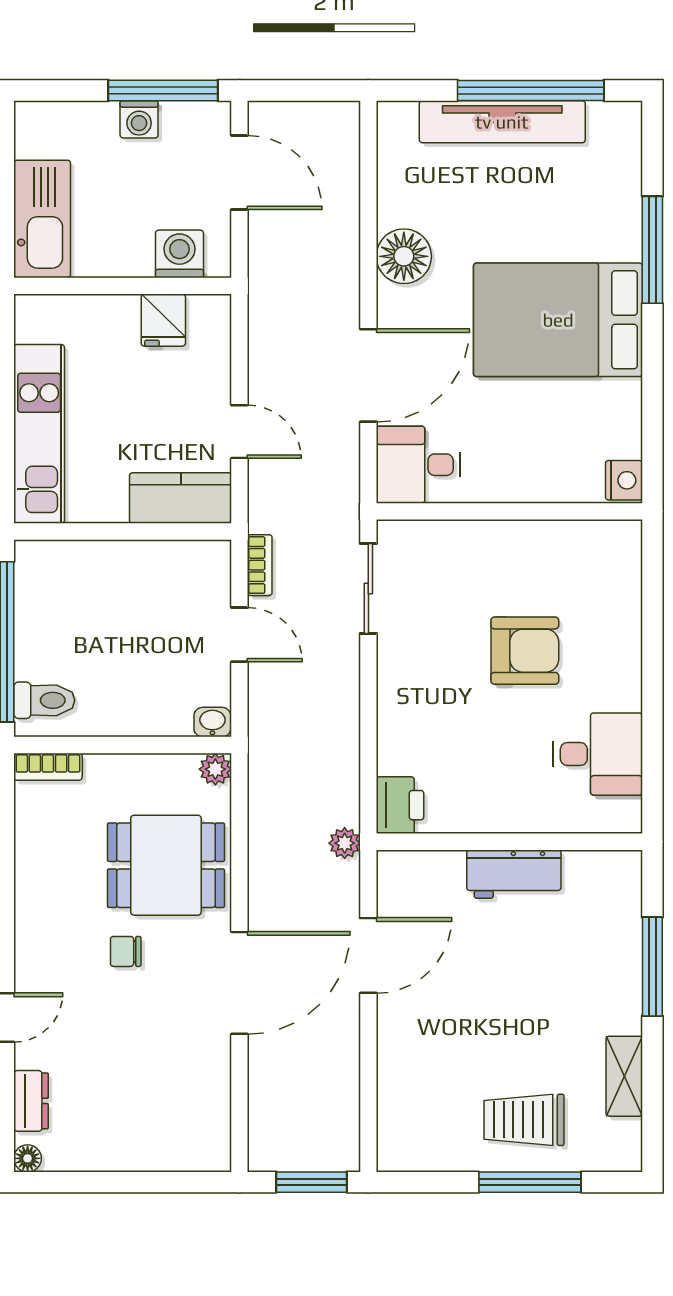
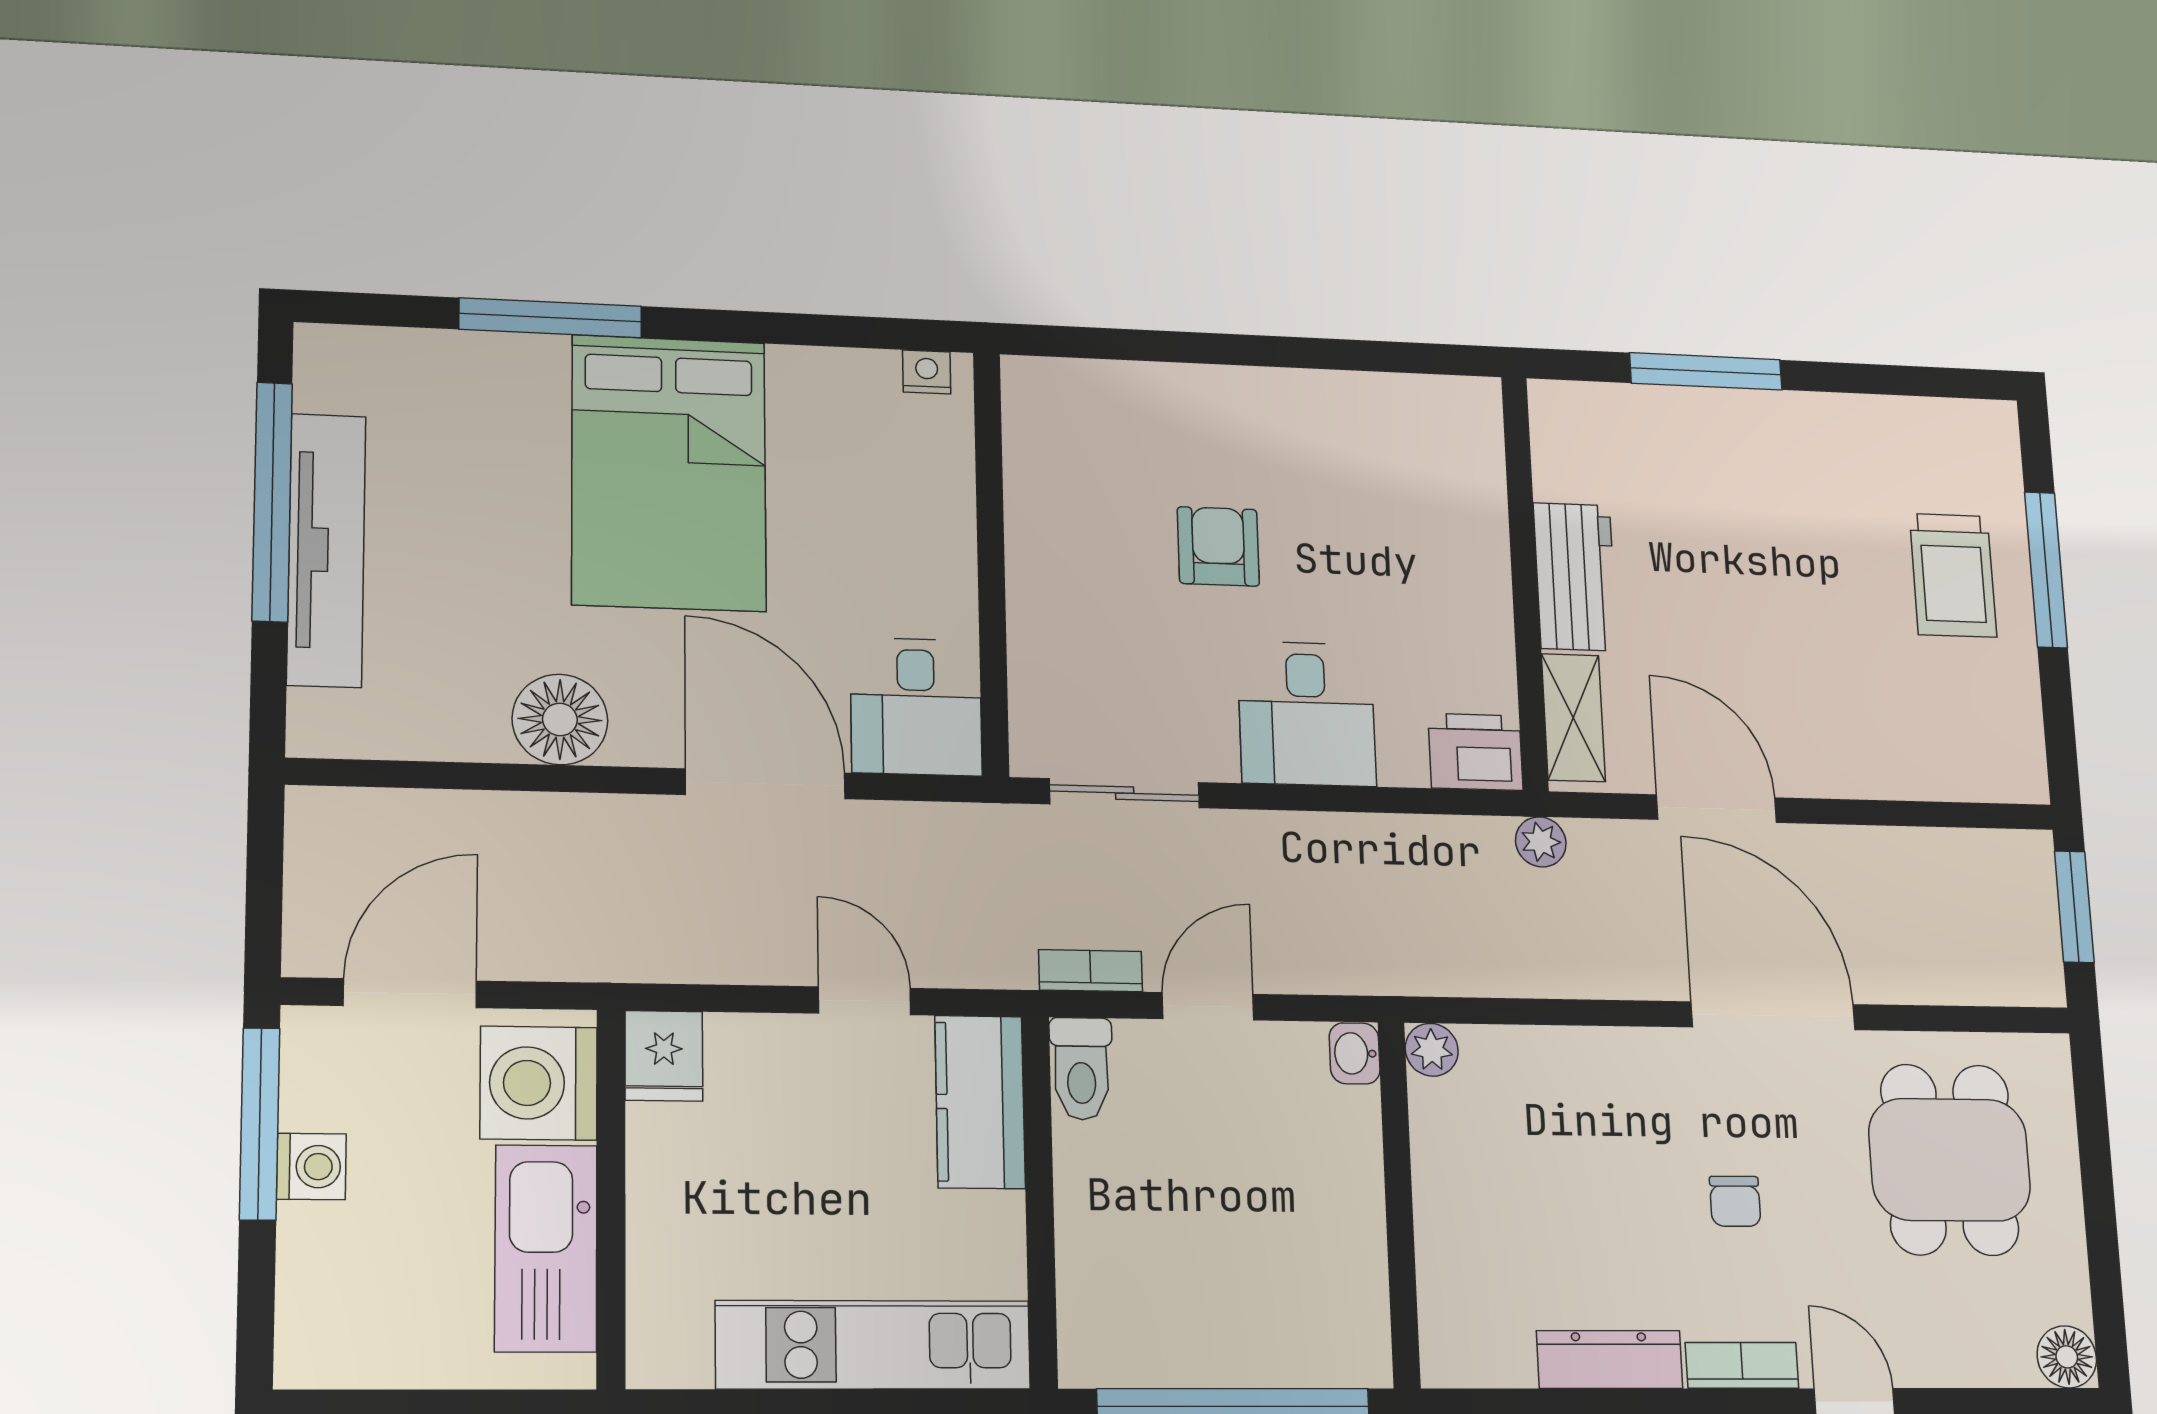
kitchen sink: (42, 219) -> (546, 1248), moved, turned -90
washing machine: (179, 254) -> (539, 1083), width x1.37, depth x1.37
fridge: (163, 320) -> (664, 1056), moved, turned 90
door: (239, 432) -> (865, 1001), hinge flipped
nightstand: (624, 480) -> (927, 372), width x0.72, depth x0.74
armchair: (525, 651) -> (1218, 546), width x0.72, depth x0.72
toilet: (44, 700) -> (1081, 1069), moved, turned 180
desk: (598, 754) -> (1307, 714), moved, turned 180
bookcase: (48, 767) -> (1742, 1365), moved, turned -90
dining table: (166, 865) -> (1950, 1160), moved
shelving: (624, 1076) -> (1573, 718), moved, turned 90
dresser: (31, 1101) -> (1610, 1359), moved, width x1.44
floor lamp: (28, 1158) -> (2067, 1357), width x1.37, depth x1.37

